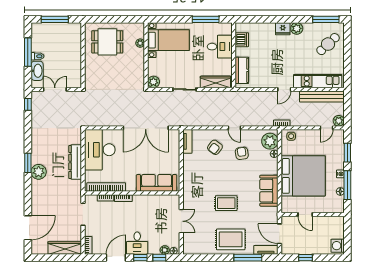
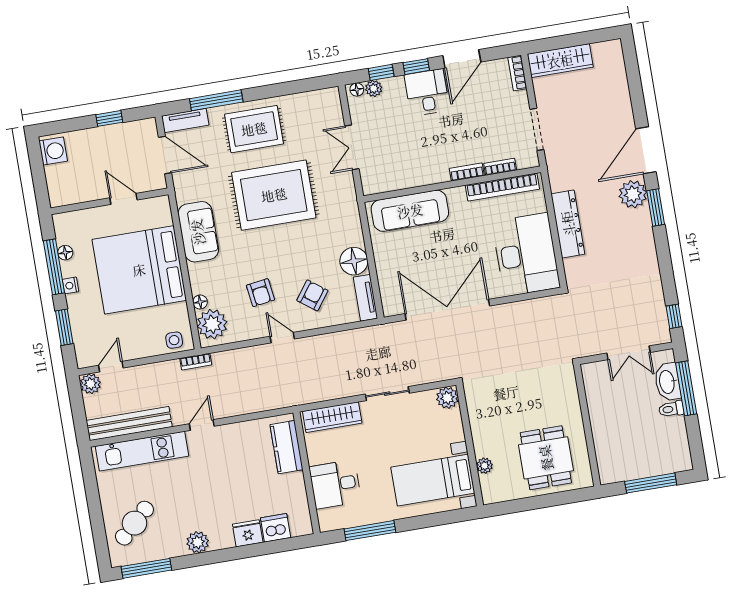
fridge: (283, 29) -> (248, 533), moved
dishwasher: (242, 40) -> (276, 528), moved, turned 90
dining table: (107, 42) -> (546, 458), turned 90
window: (28, 52) -> (686, 388), moved
floor lamp: (190, 162) -> (354, 261), added
rug: (226, 203) -> (274, 195), width x1.86, depth x2.06
door: (28, 228) -> (646, 150), moved

